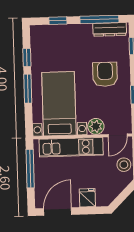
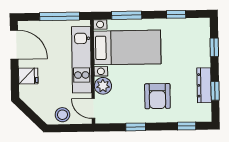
window: (99, 19) -> (215, 91), width x0.46
dresser: (110, 29) -> (204, 85), moved
armchair: (105, 74) -> (157, 96), turned 90
window: (28, 89) -> (127, 15), moved

